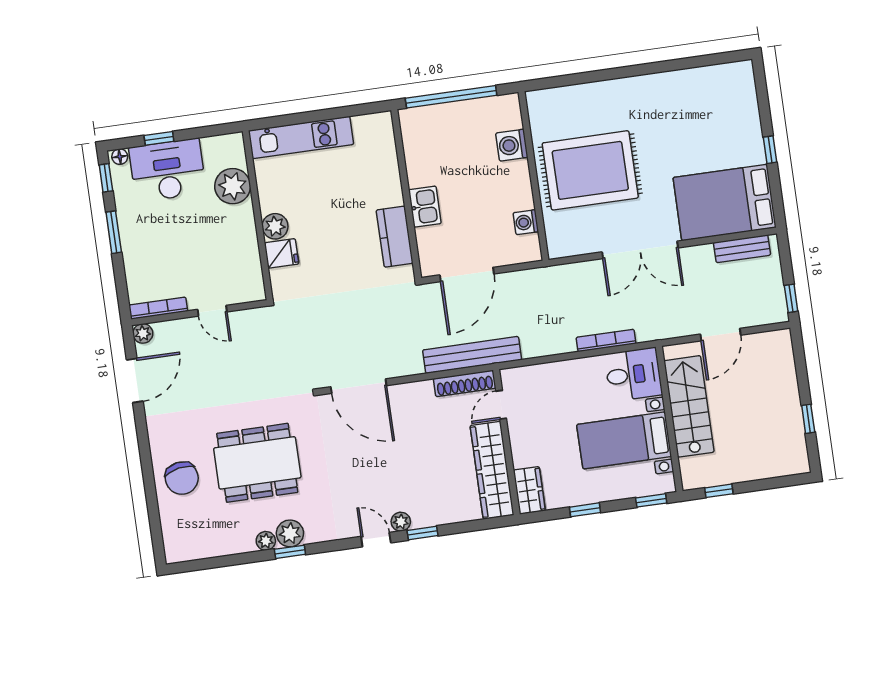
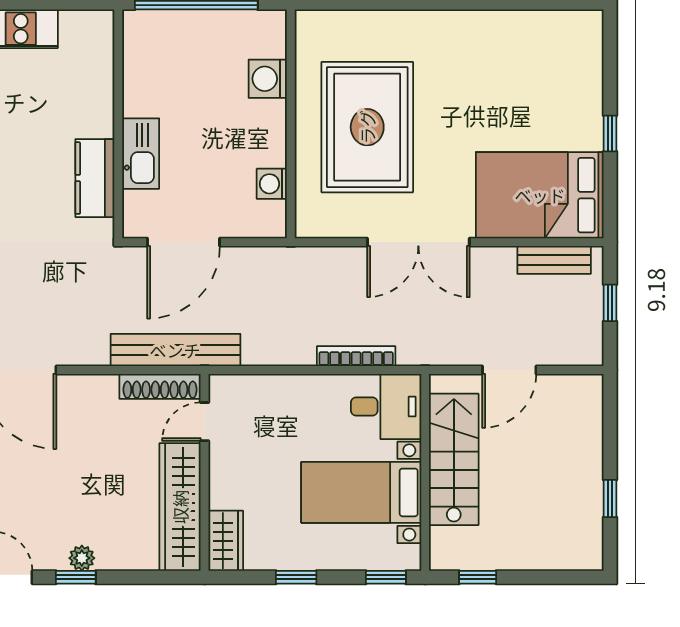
rug: (590, 170) -> (367, 127), turned 90
kitchen sink: (425, 207) -> (141, 154), width x1.38
window: (791, 298) -> (610, 303), moved
plant: (401, 522) -> (82, 558), moved

